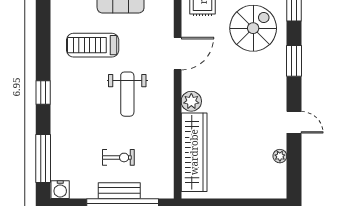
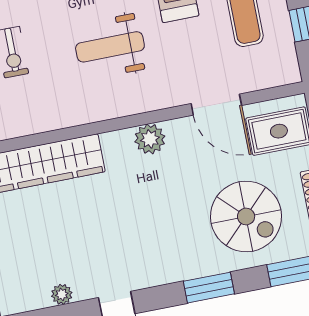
door: (178, 54) -> (216, 105), moved
plant: (191, 101) -> (150, 139), moved

